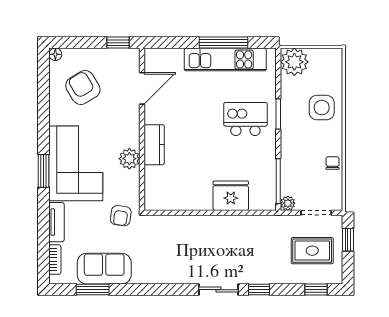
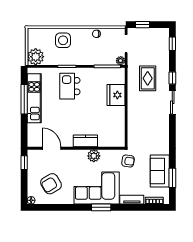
rug: (312, 251) -> (148, 78), moved

